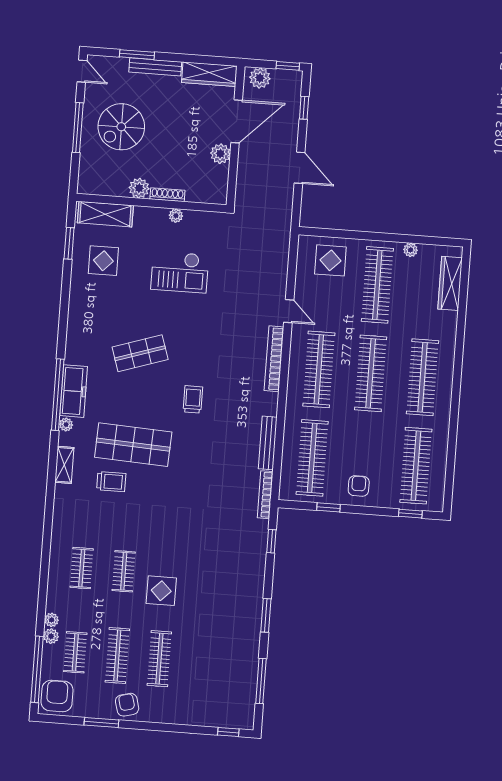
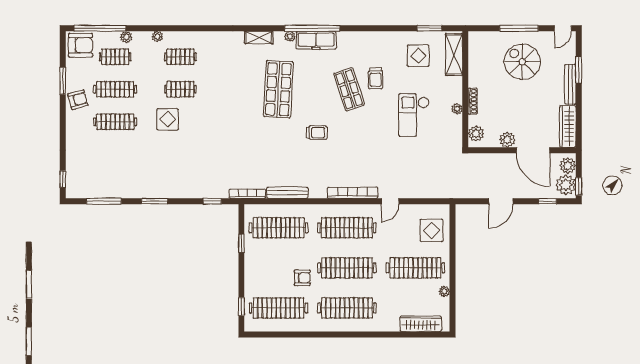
plant: (285, 82) -> (566, 185), added
plant: (139, 188) -> (476, 134), moved
trolley: (111, 482) -> (376, 78), moved
armchair: (359, 486) -> (302, 278), moved
plant: (52, 620) -> (157, 37), moved

